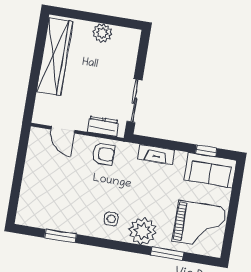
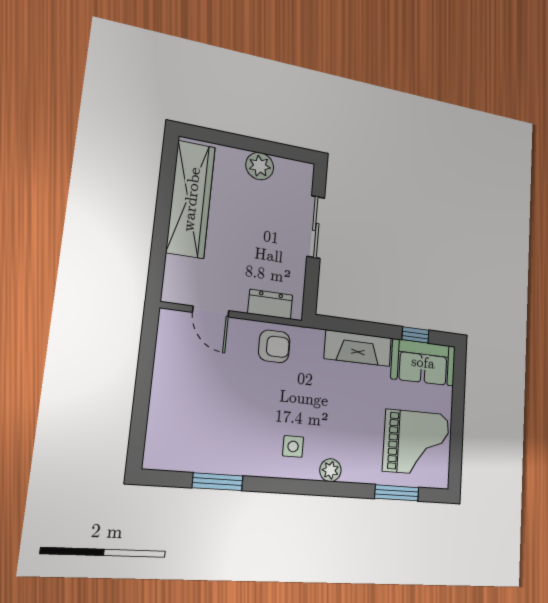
sliding door: (134, 101) -> (316, 227), moved
fireplace: (156, 155) -> (358, 348), width x1.37, depth x1.32
plant: (143, 231) -> (330, 470), width x0.53, depth x0.53
window: (167, 254) -> (397, 493), moved

